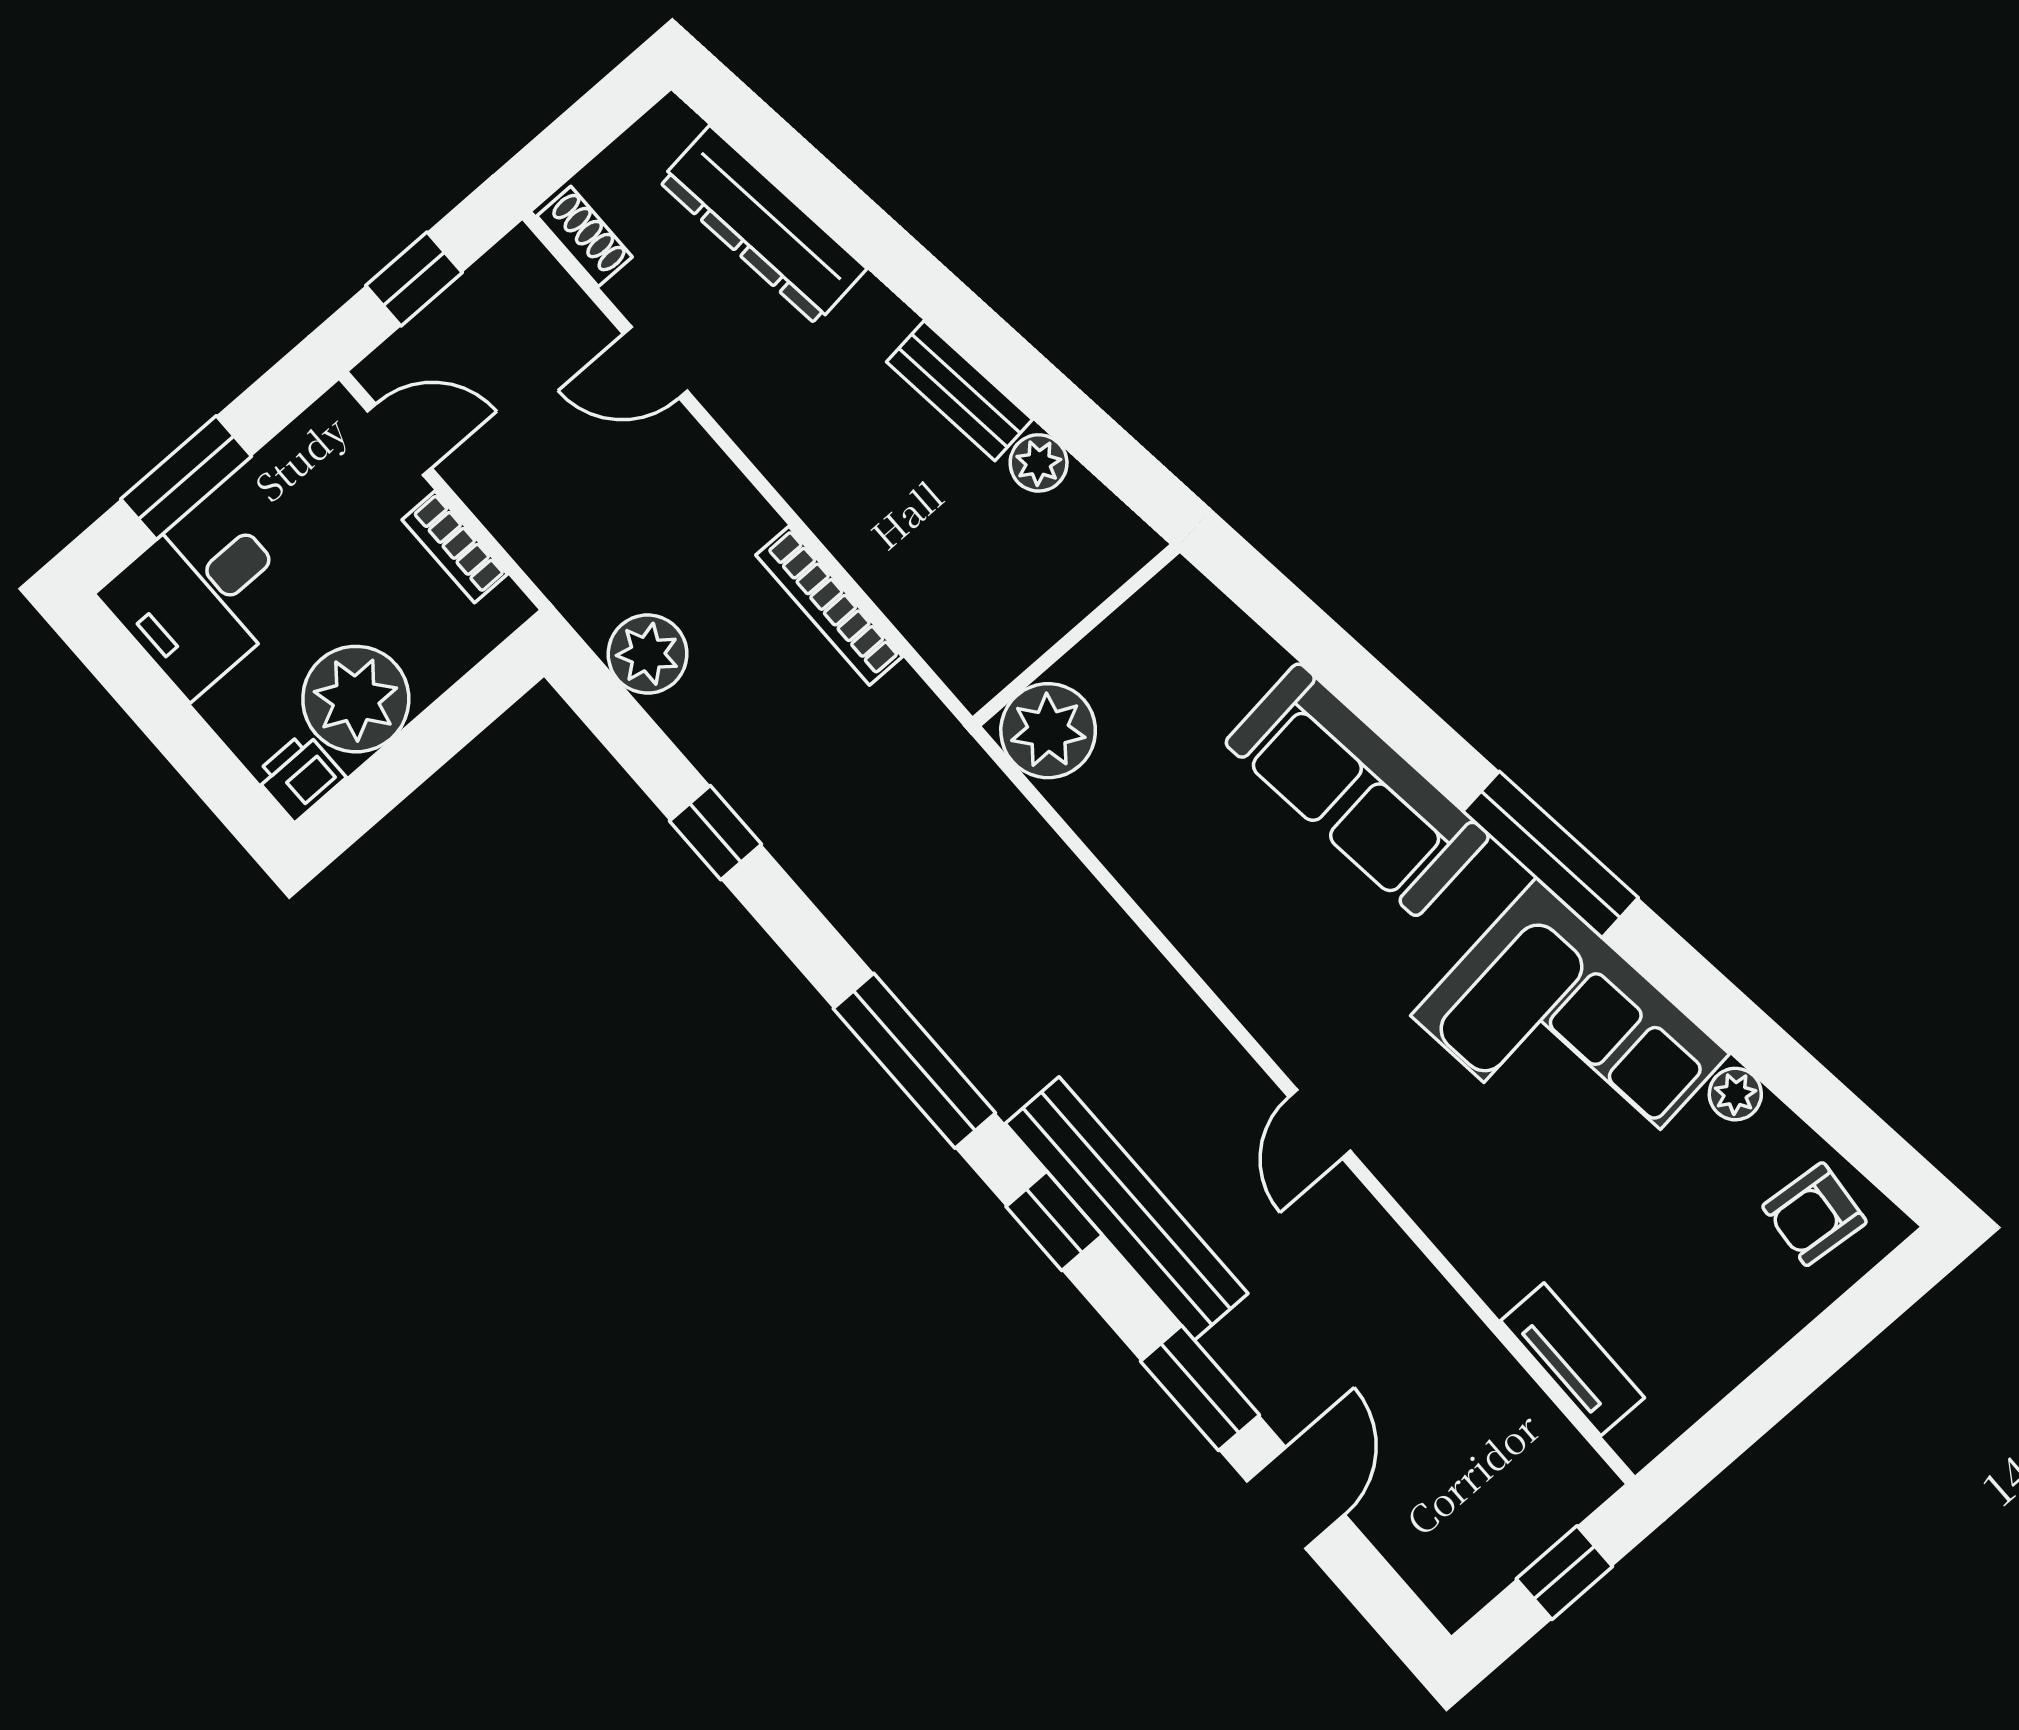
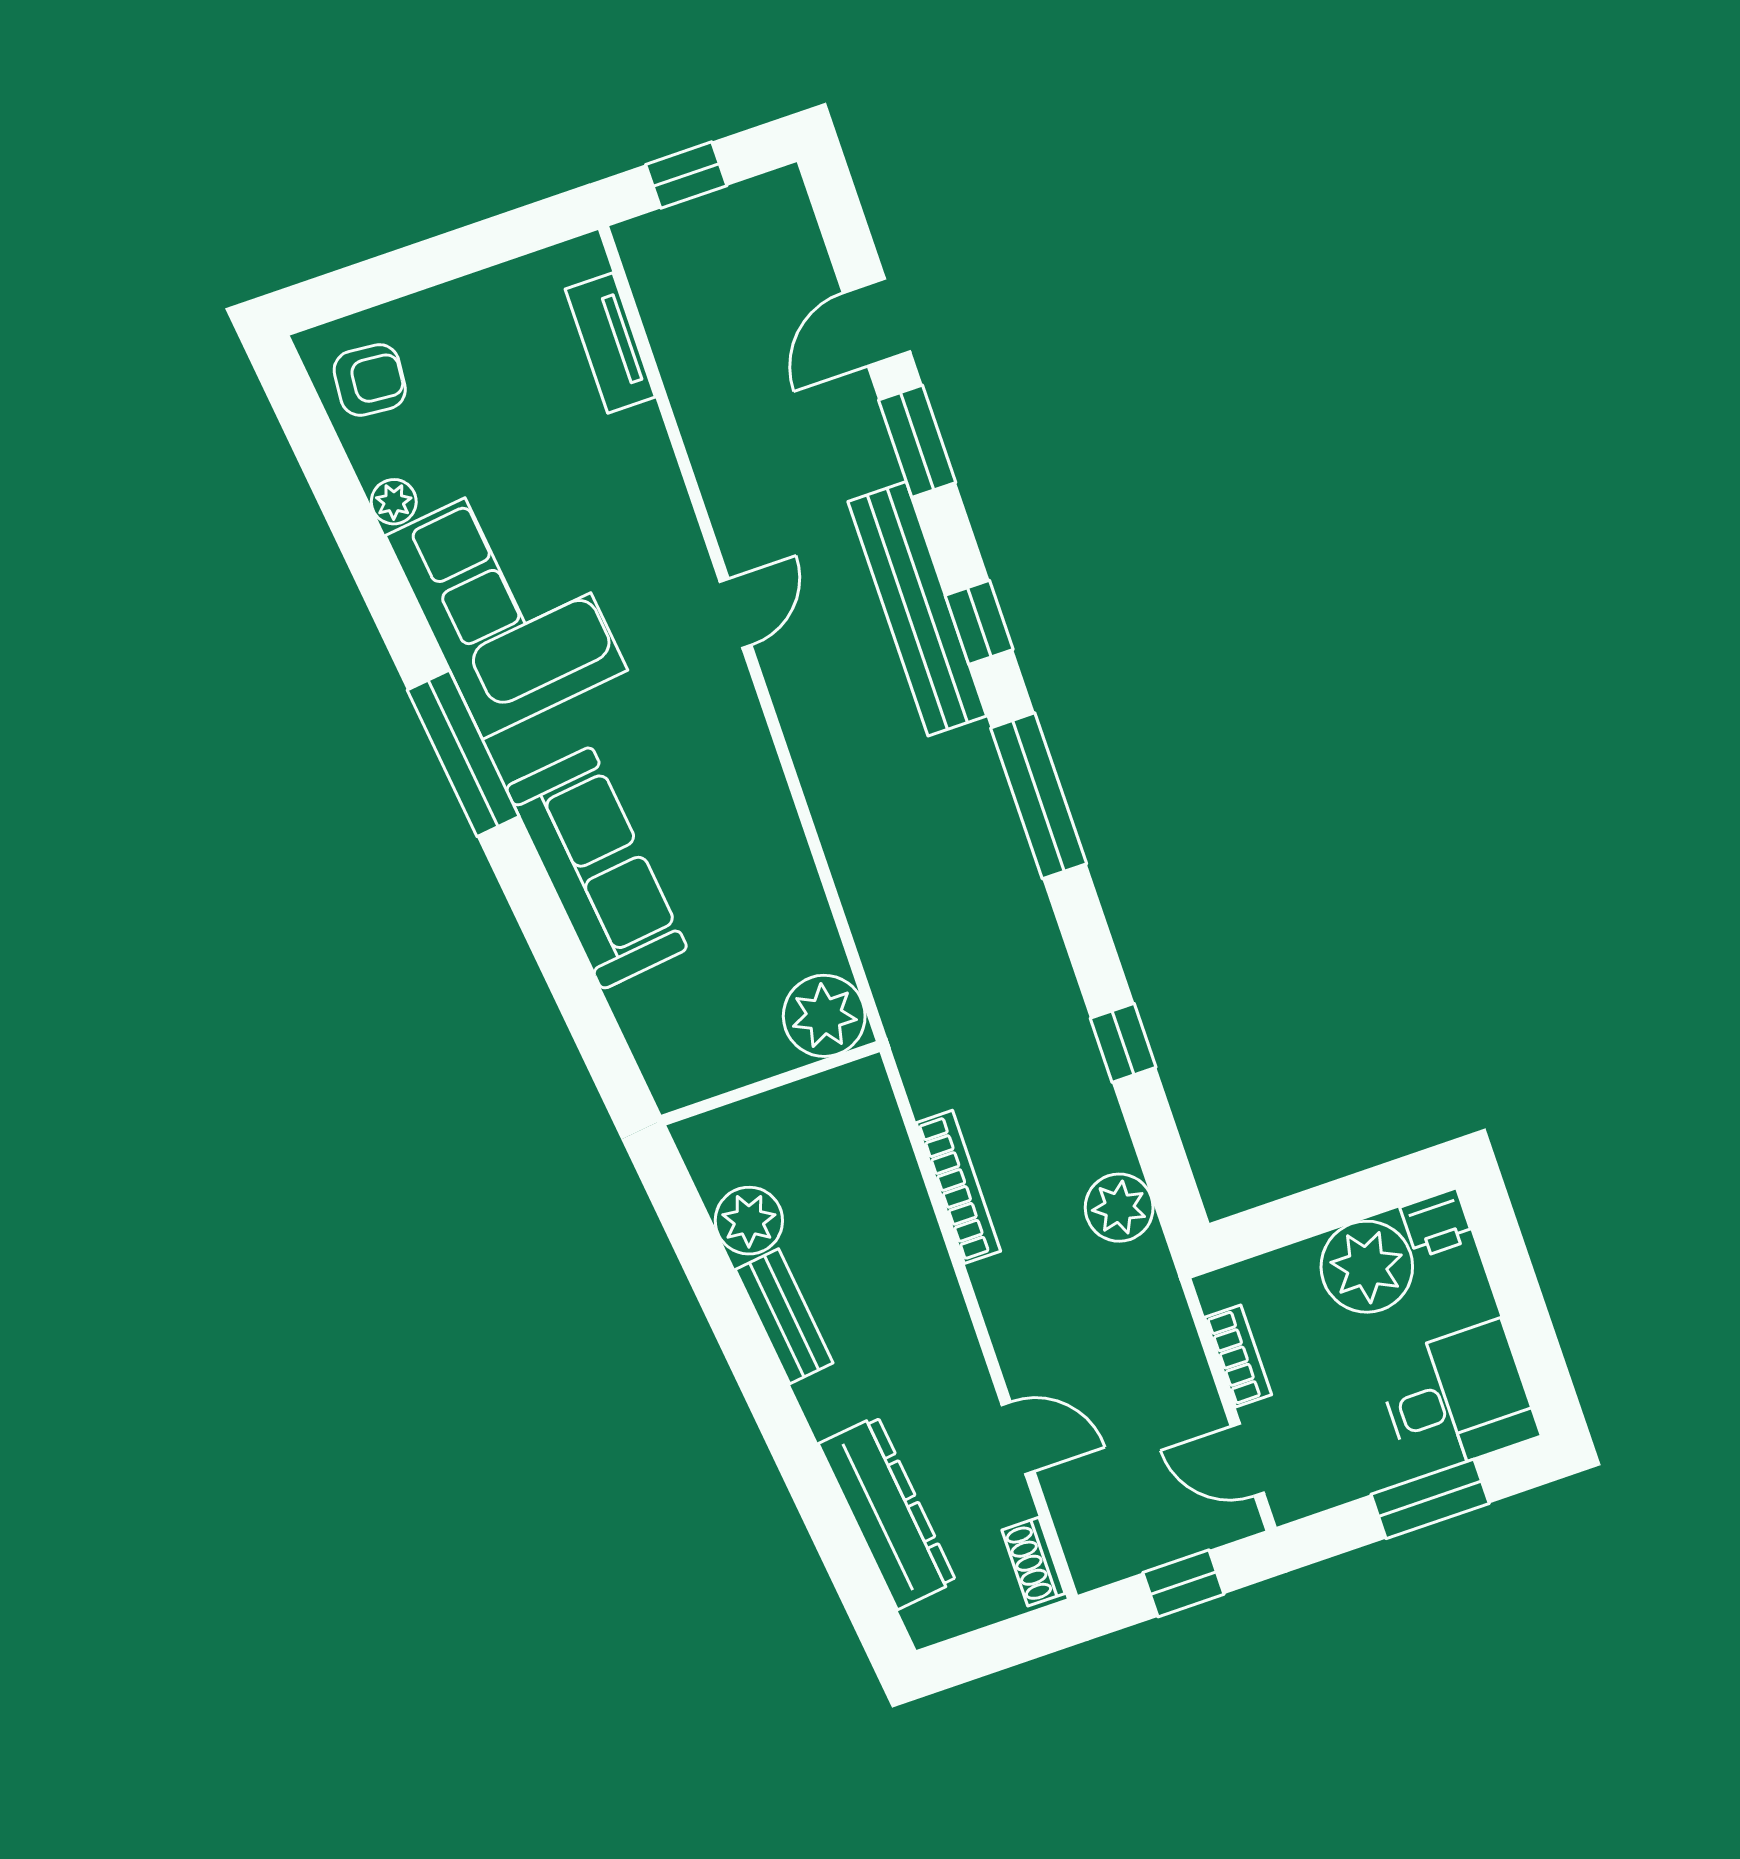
plant: (1039, 463) -> (749, 1221), width x1.38, depth x1.38

